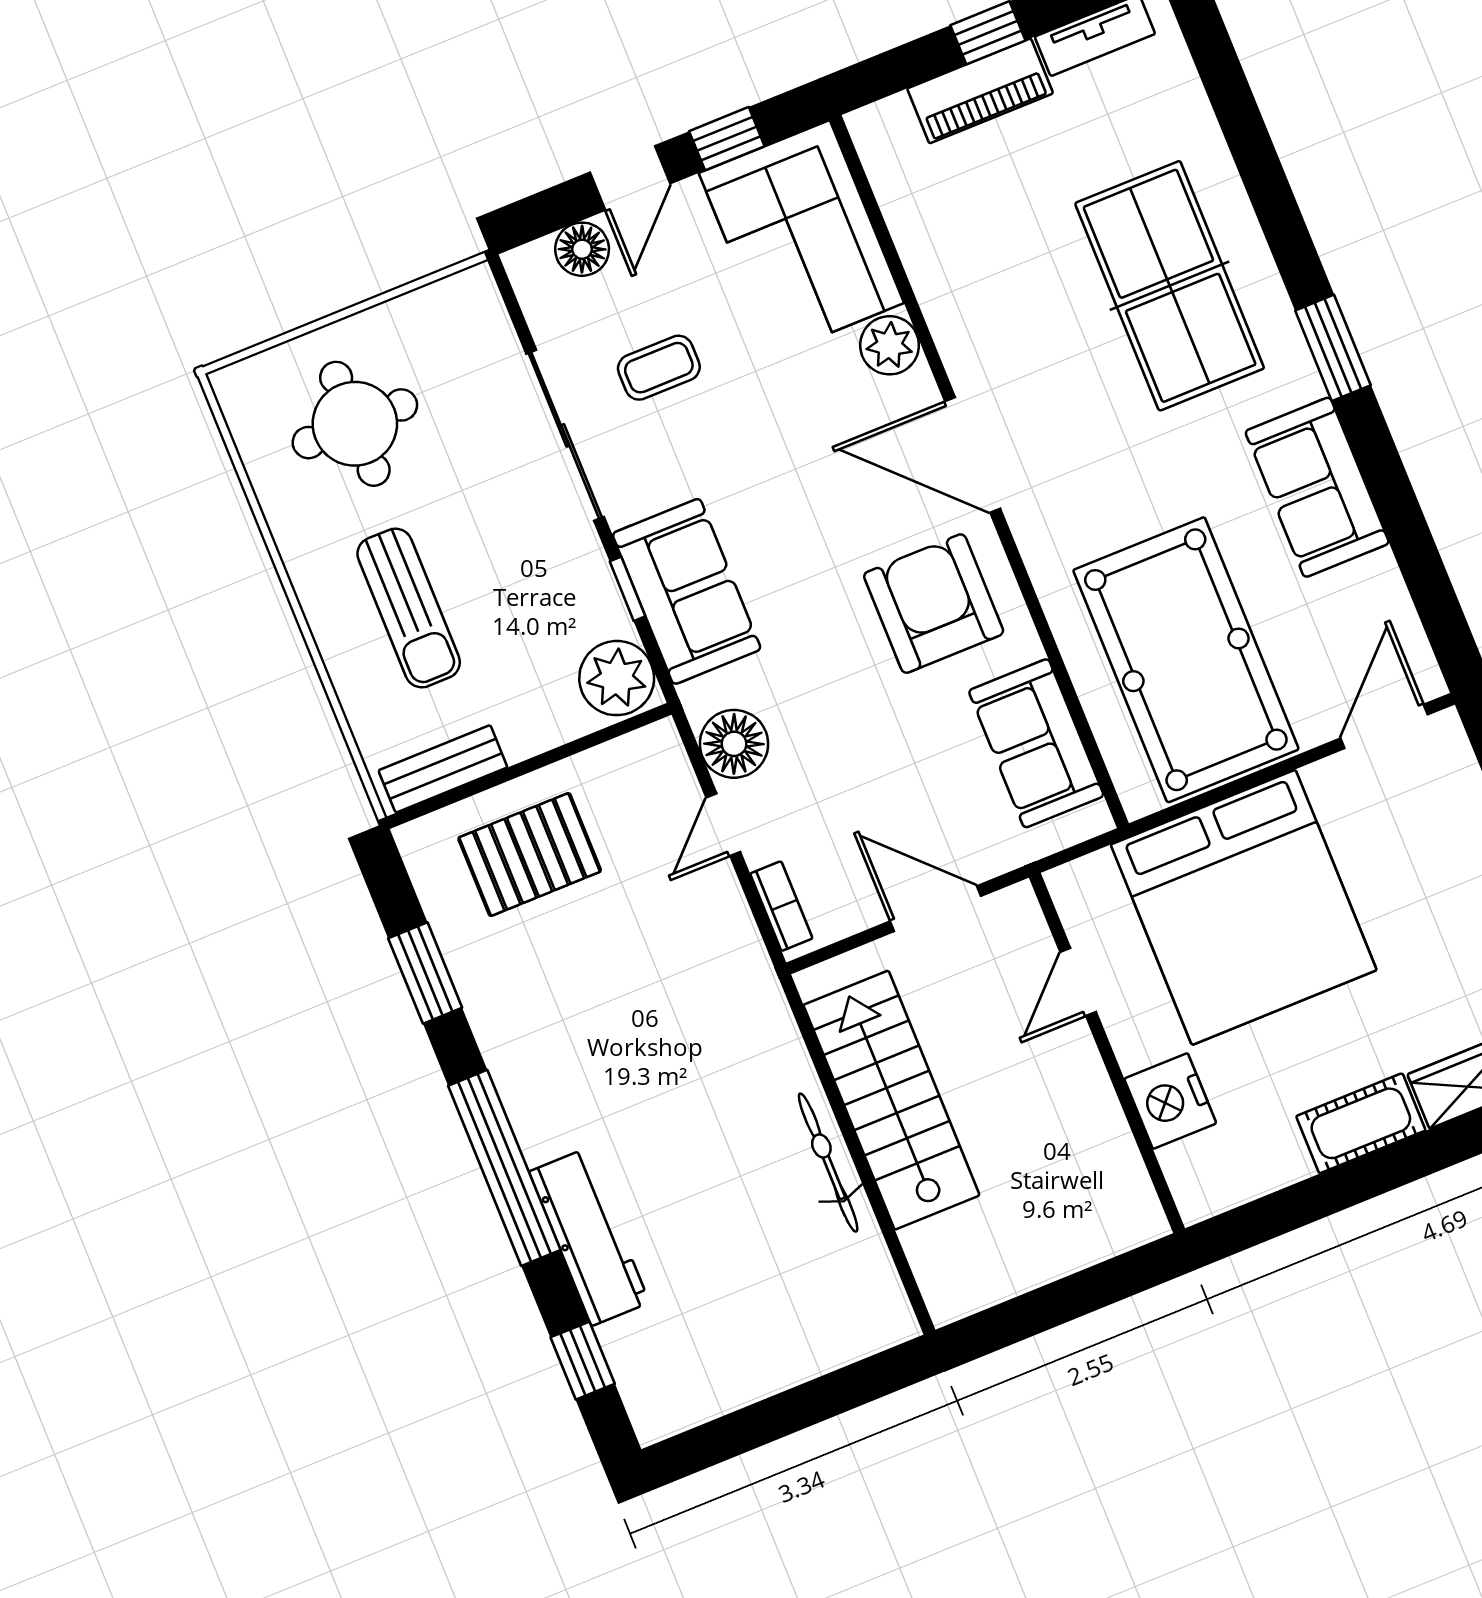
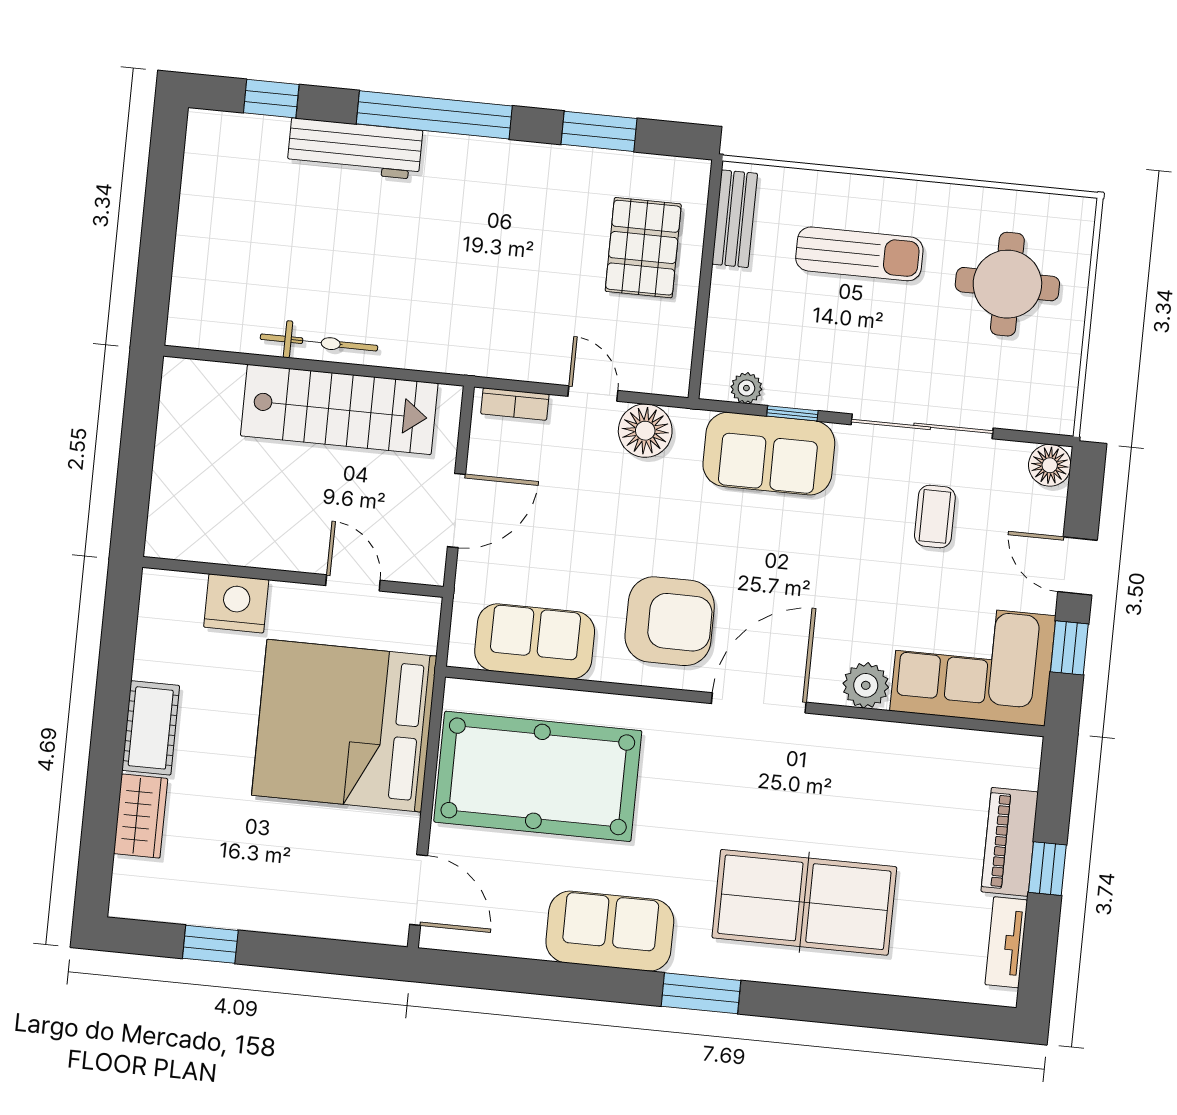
floor lamp: (582, 249) -> (1050, 465), moved
sun lounger: (409, 608) -> (859, 254), turned 180
plant: (617, 678) -> (746, 388), width x0.53, depth x0.53

